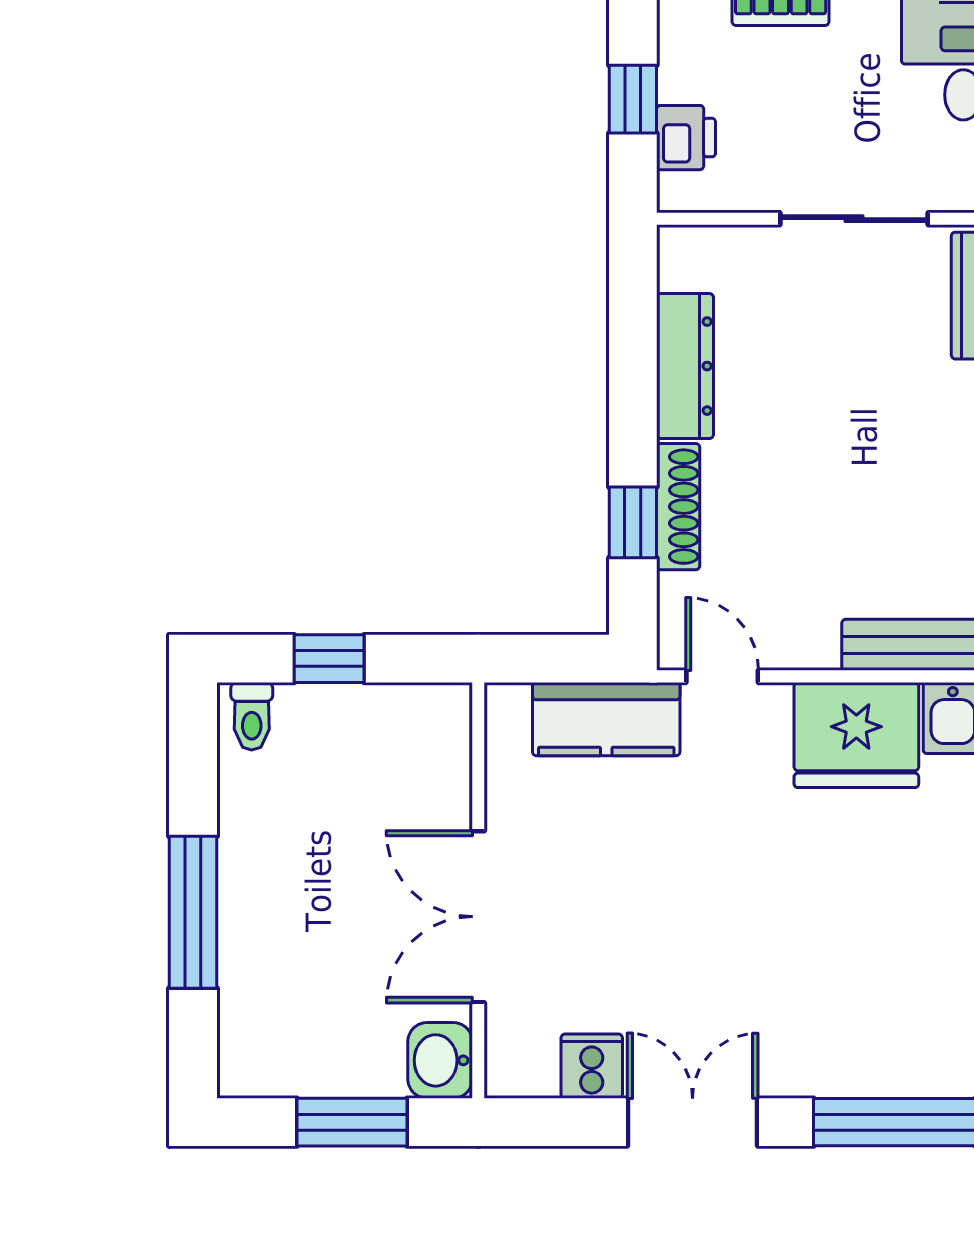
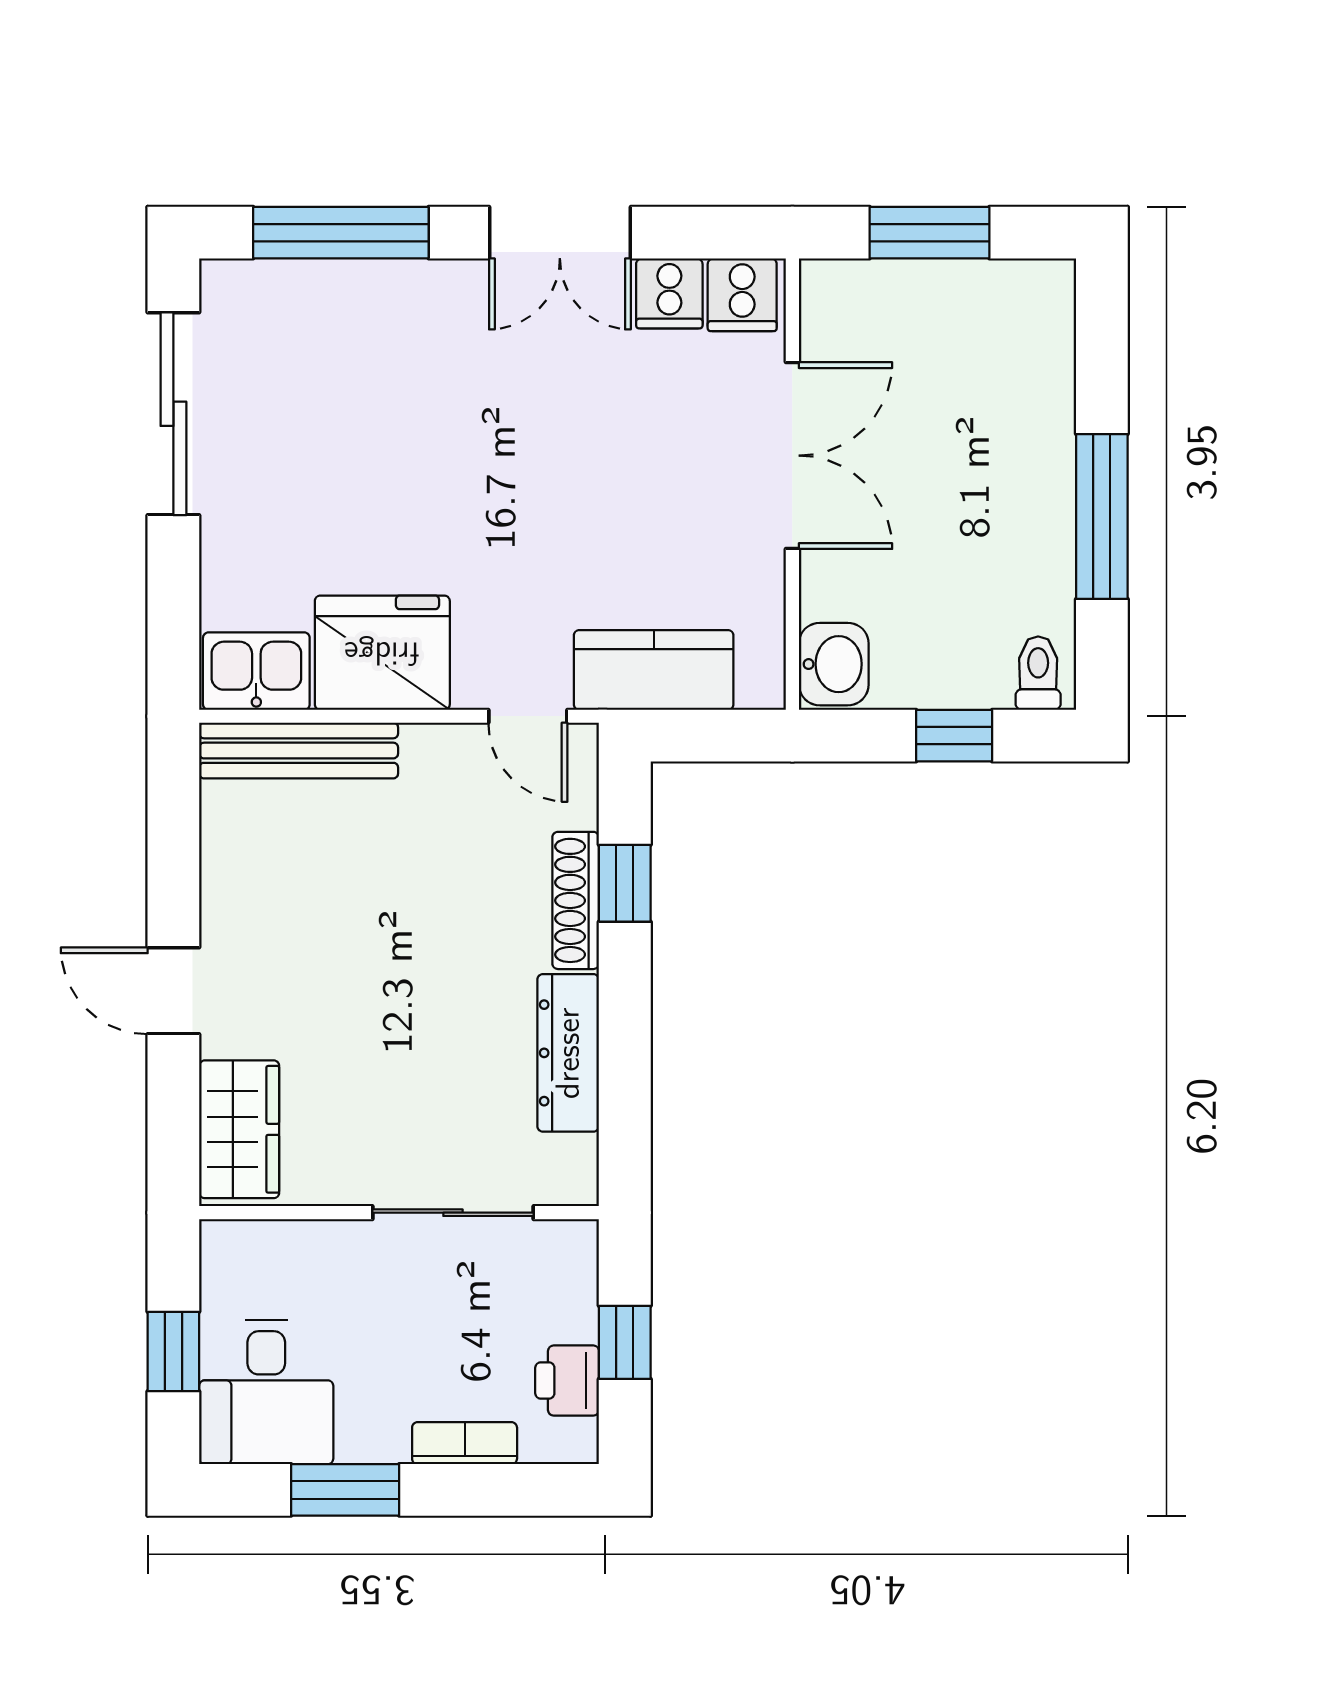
printer: (686, 138) -> (567, 1381), moved
sliding door: (854, 219) -> (453, 1213), moved
window: (193, 912) -> (1102, 516), moved
washbasin: (440, 1060) -> (834, 664), moved
cooker: (525, 1065) -> (742, 295), added

